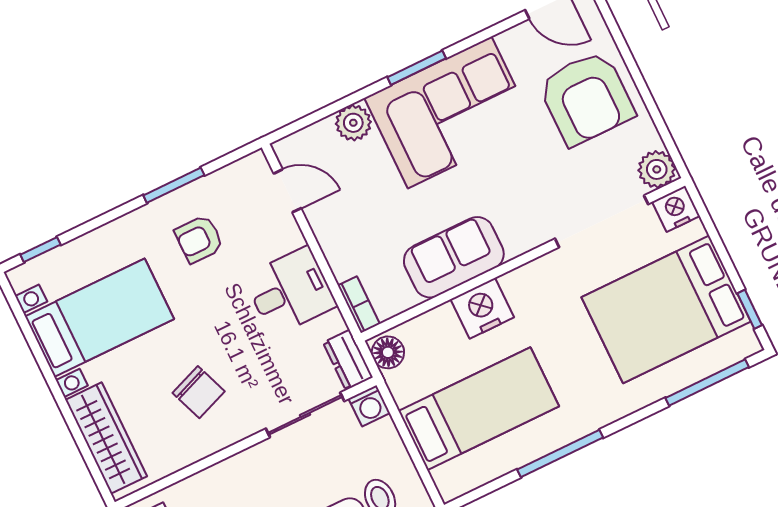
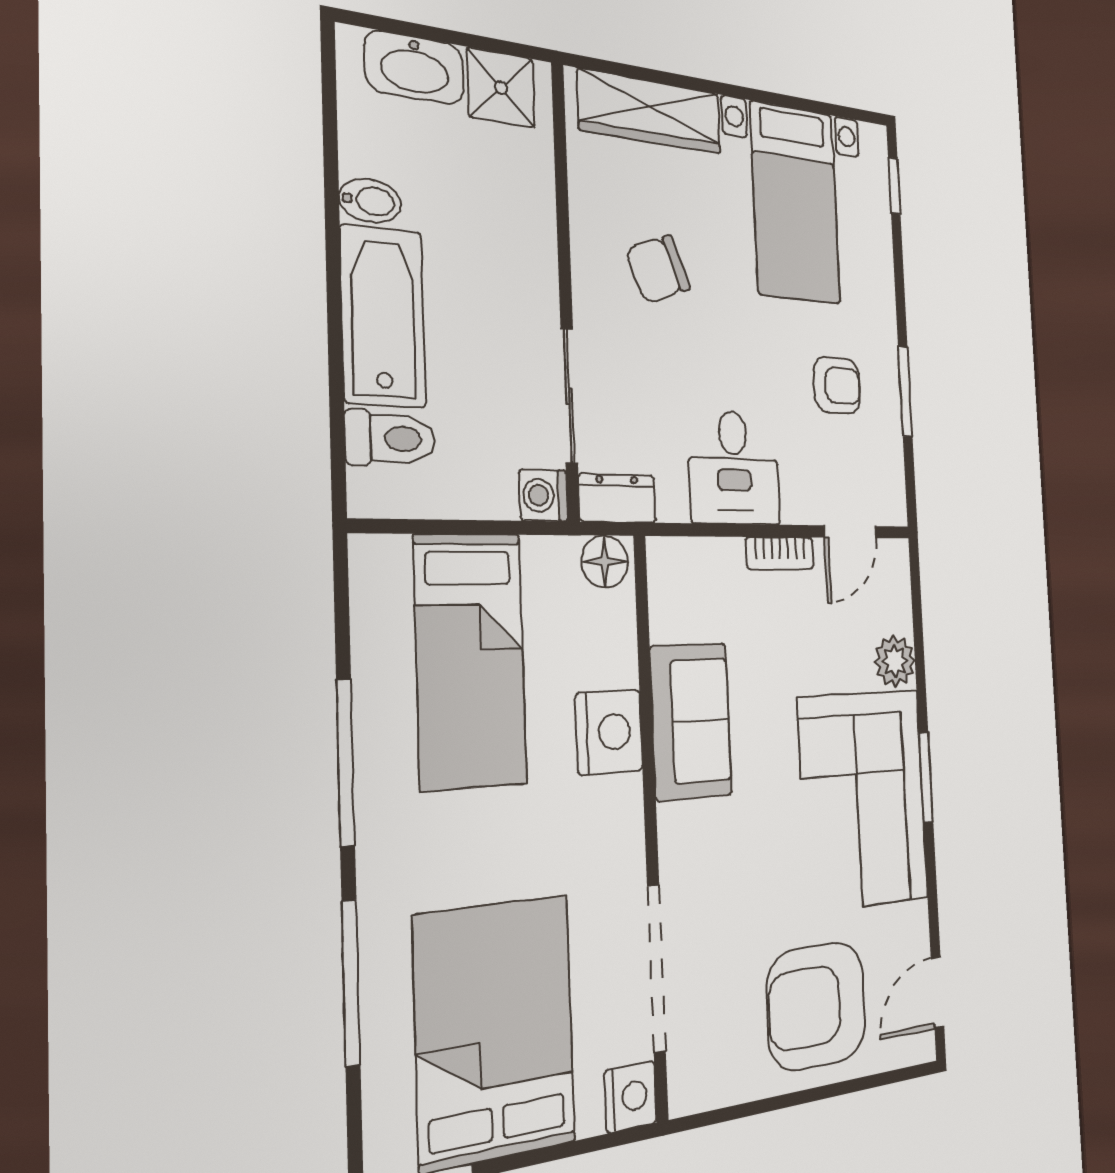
plant: (657, 169) -> (693, 1083), removed
armchair: (199, 239) -> (837, 385), turned 90
bookcase: (359, 305) -> (780, 553), moved
window: (707, 382) -> (351, 983), moved

